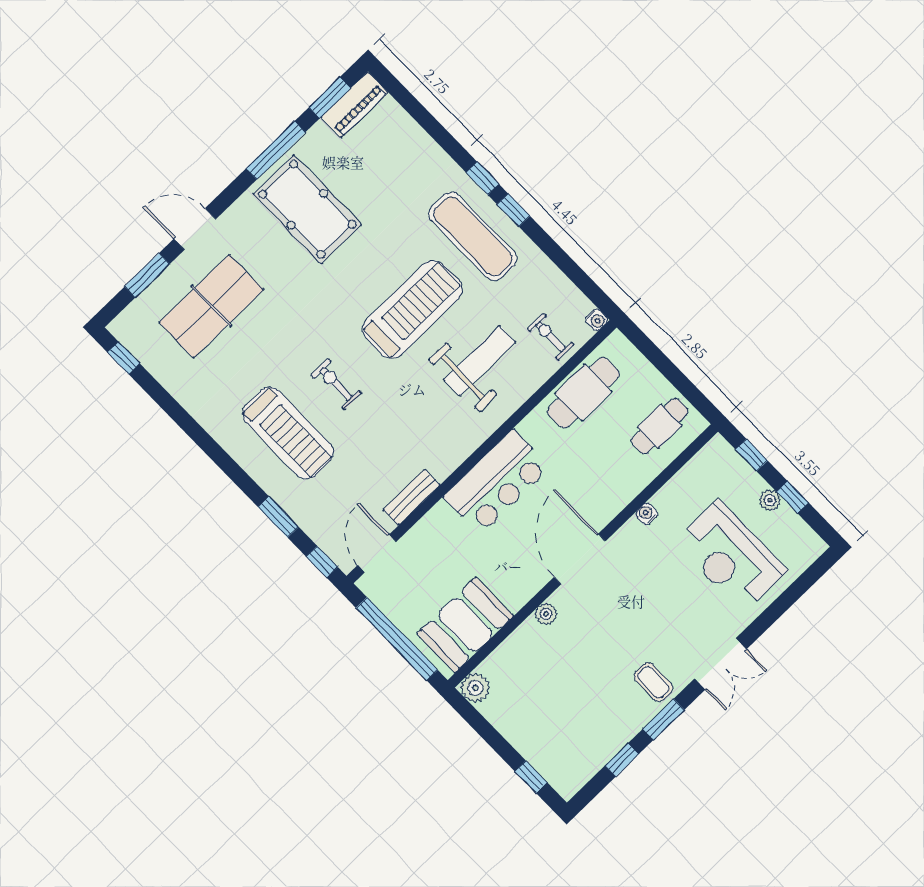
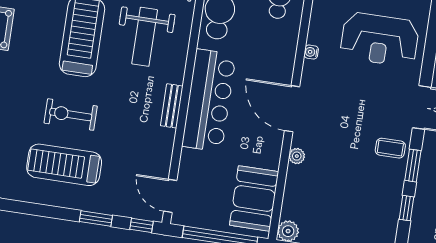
weight bench: (480, 361) -> (145, 37), turned 180
exercise bike: (336, 384) -> (71, 115), width x1.38, depth x1.39
treadmill: (288, 433) -> (64, 165), turned 180
bar counter: (497, 482) -> (209, 100), width x1.36
bench: (411, 497) -> (172, 106), moved

